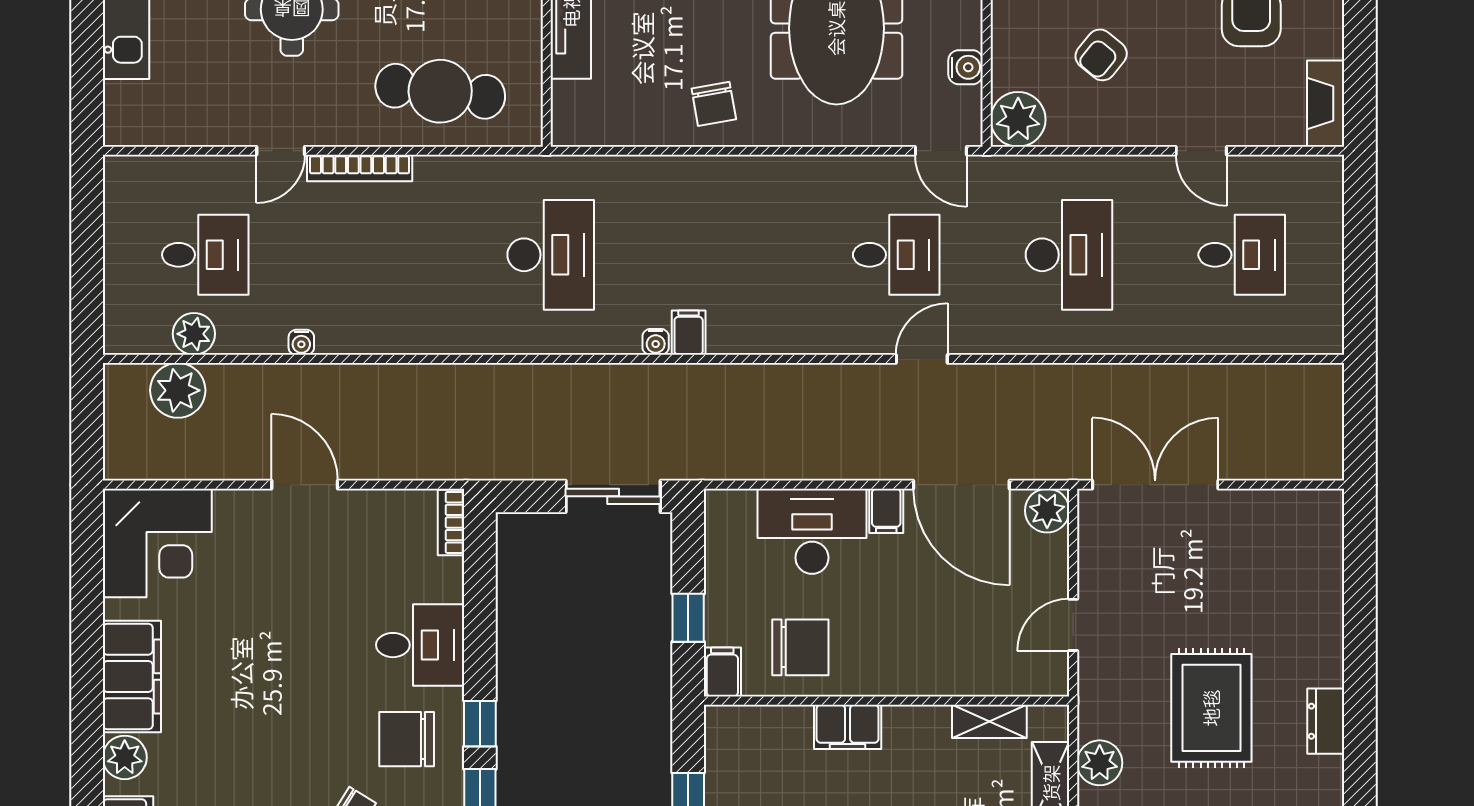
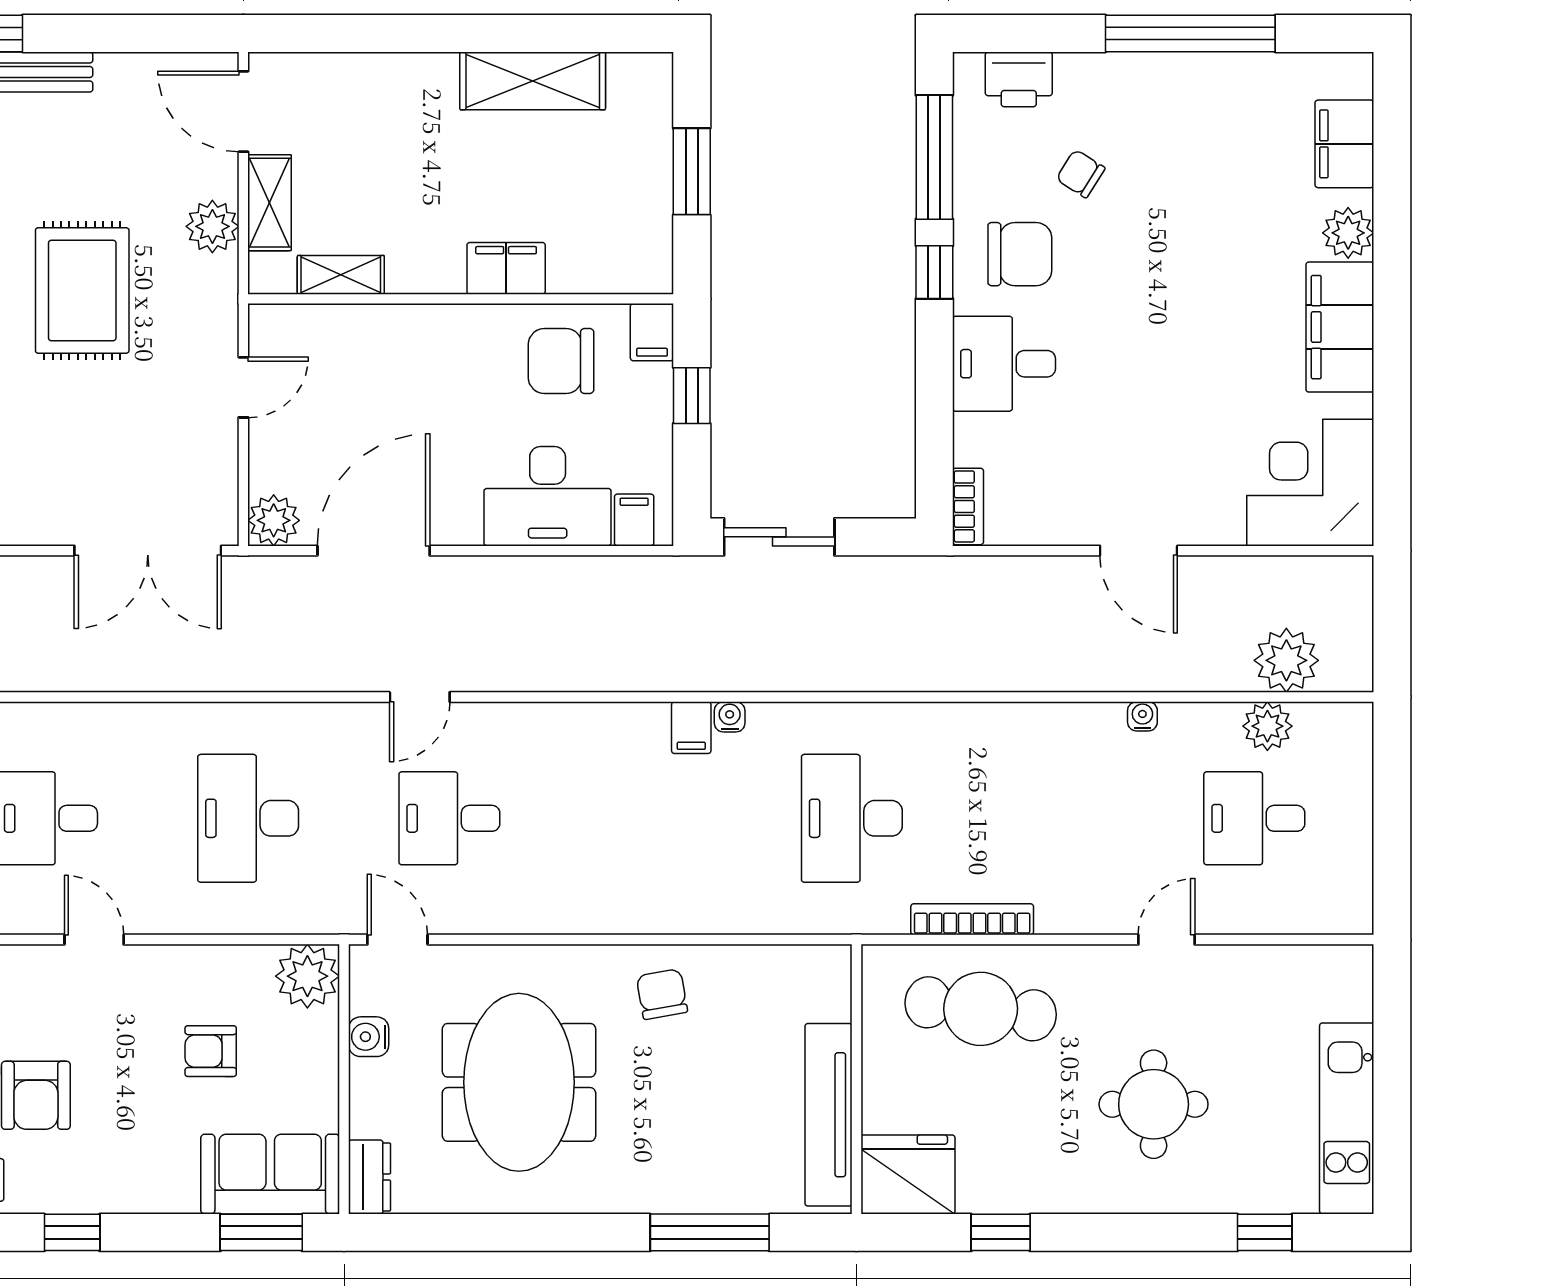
armchair: (1101, 55) -> (211, 1051), turned -129
bookcase: (360, 168) -> (972, 919), moved
door: (961, 485) -> (374, 551), hinge flipped
filing cabinet: (886, 511) -> (634, 520), moved

